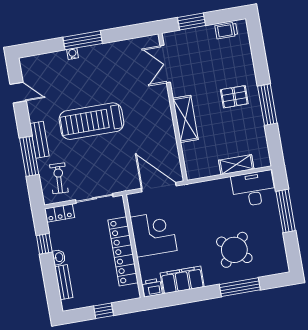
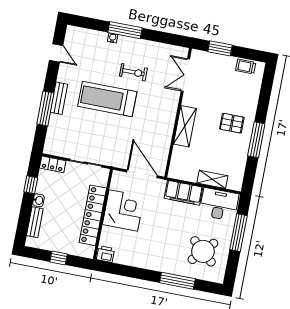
exercise bike: (59, 178) -> (133, 72), moved, turned 87
round table: (234, 250) -> (203, 251), moved
filing cabinet: (182, 280) -> (184, 193), moved, turned 180

